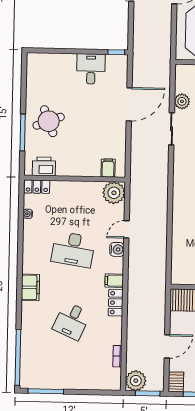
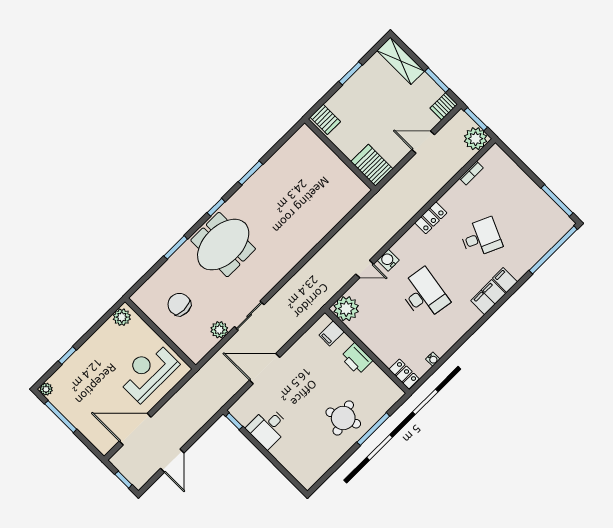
printer: (44, 166) -> (356, 359), moved
filing cabinet: (114, 281) -> (505, 280), moved, turned 180

